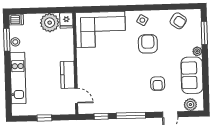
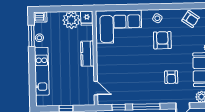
kitchen counter: (68, 75) -> (87, 54), moved

